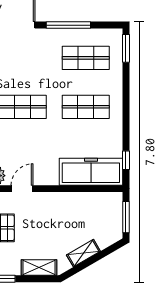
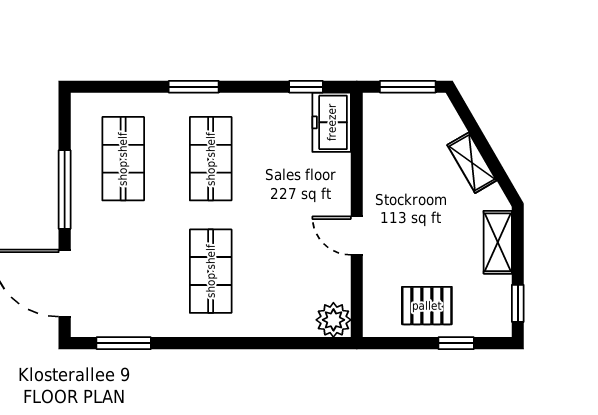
window: (126, 48) -> (194, 87), moved
freezer: (91, 172) -> (332, 122), width x0.52, depth x0.79
door: (22, 189) -> (357, 236), moved

